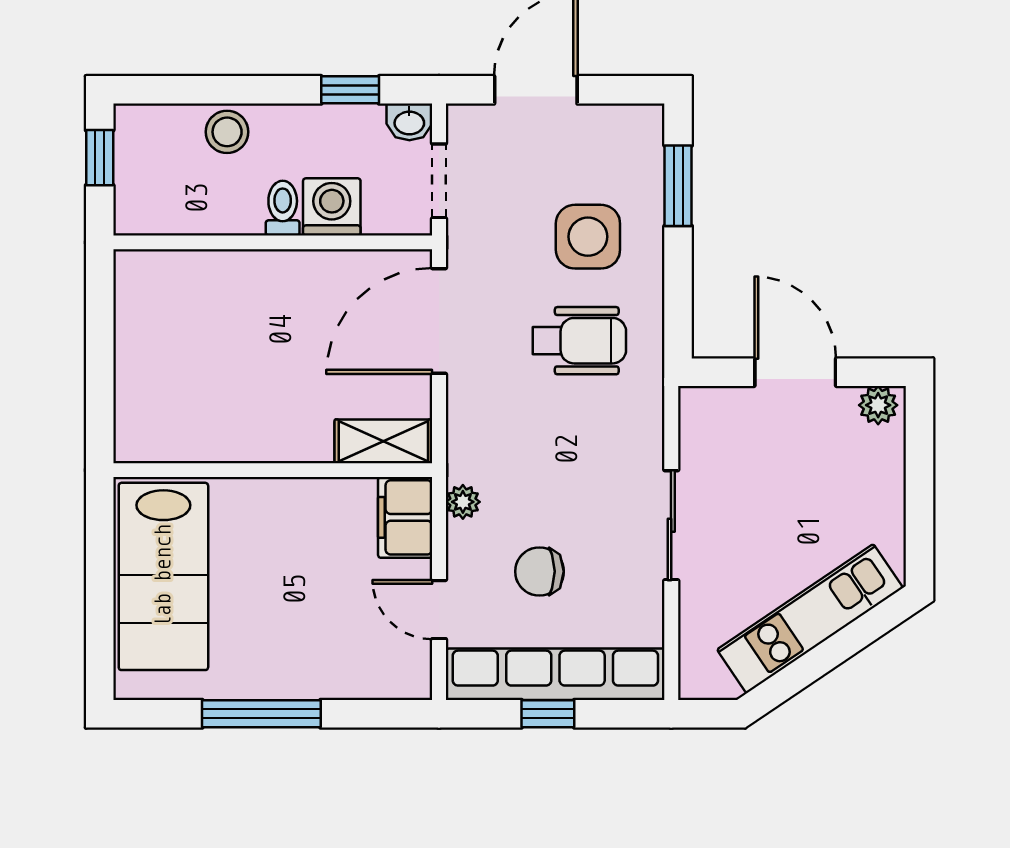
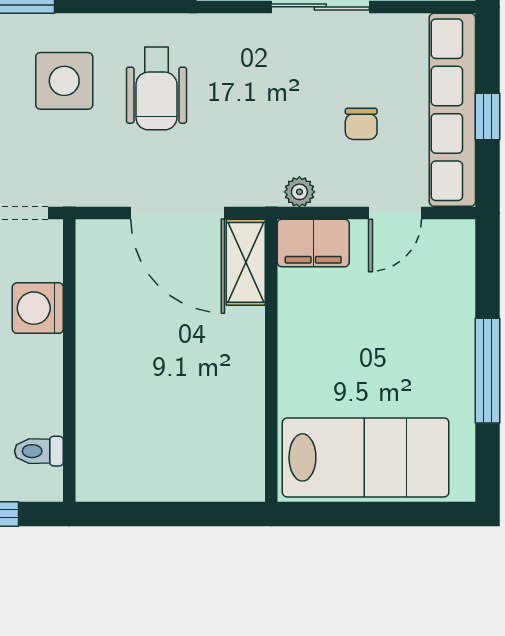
toilet: (283, 208) -> (39, 451), moved
door: (439, 321) -> (178, 213), moved
wheelchair: (579, 341) -> (156, 89), turned 180
chair: (539, 571) -> (361, 124), width x0.73, depth x0.73

